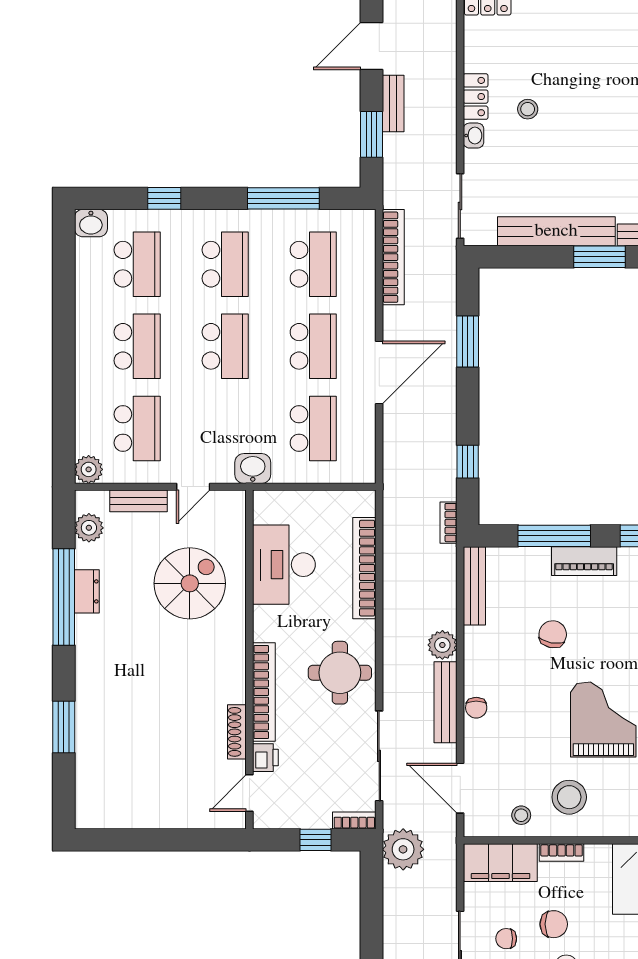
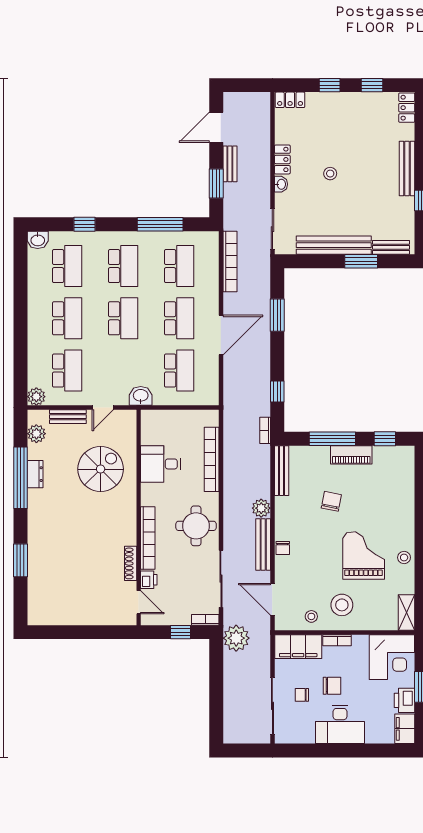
stool: (528, 109) -> (330, 174), moved
desk: (284, 565) -> (161, 464), width x0.73
door: (249, 793) -> (139, 602), swing flipped

